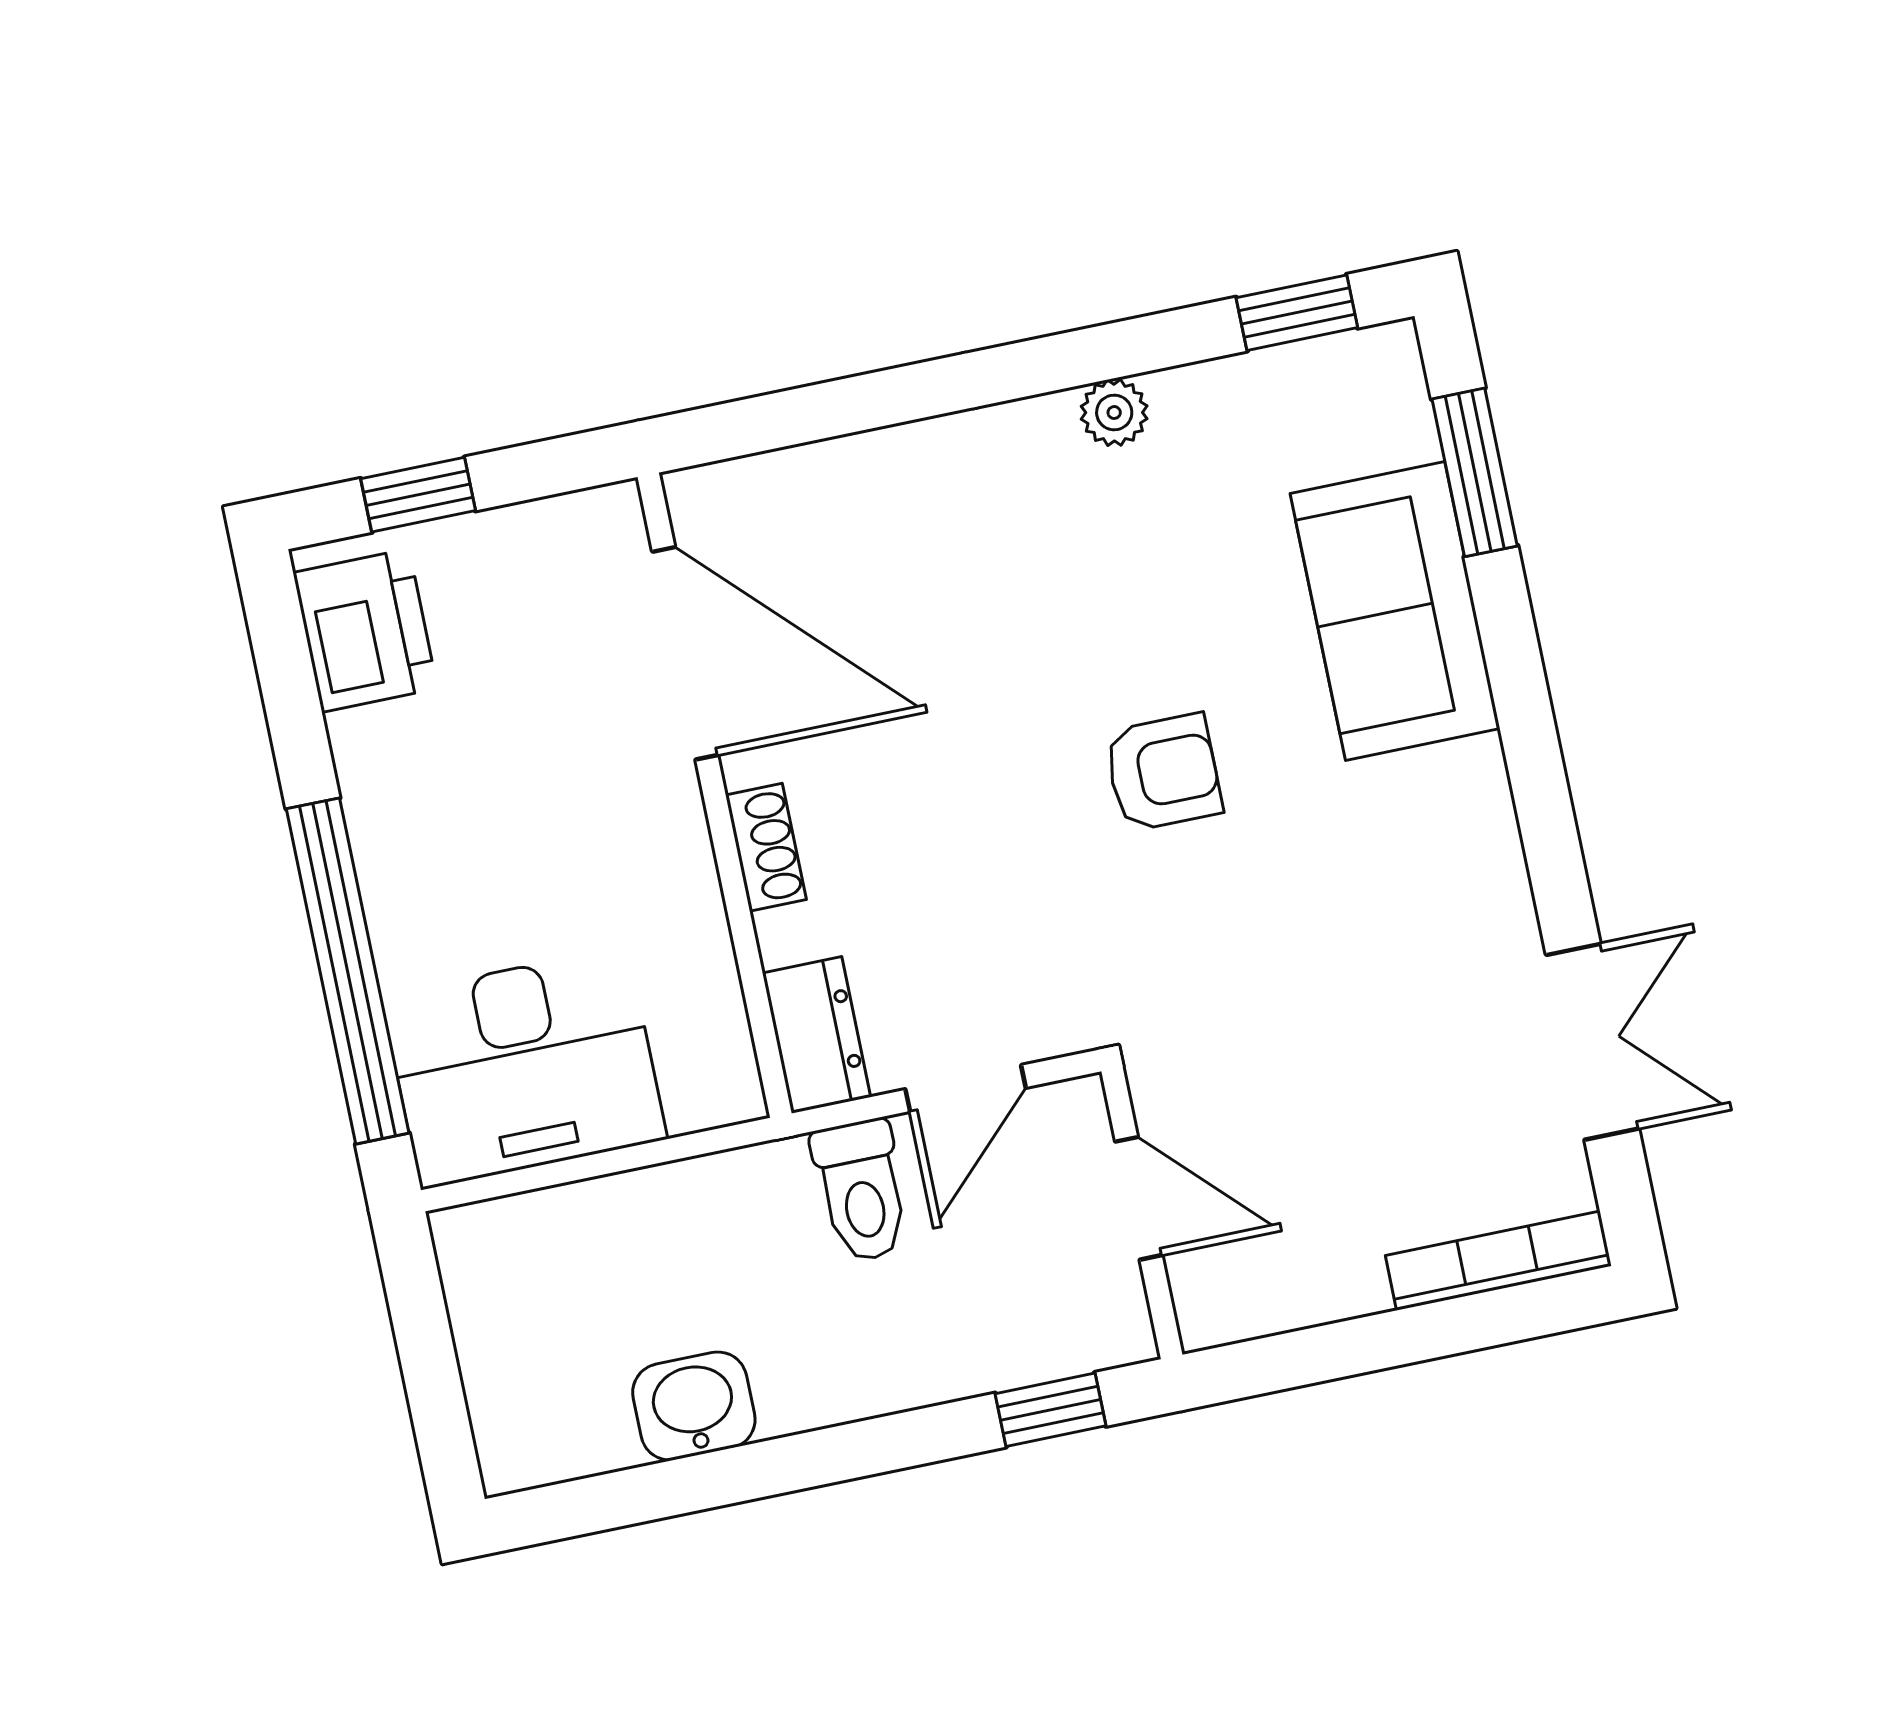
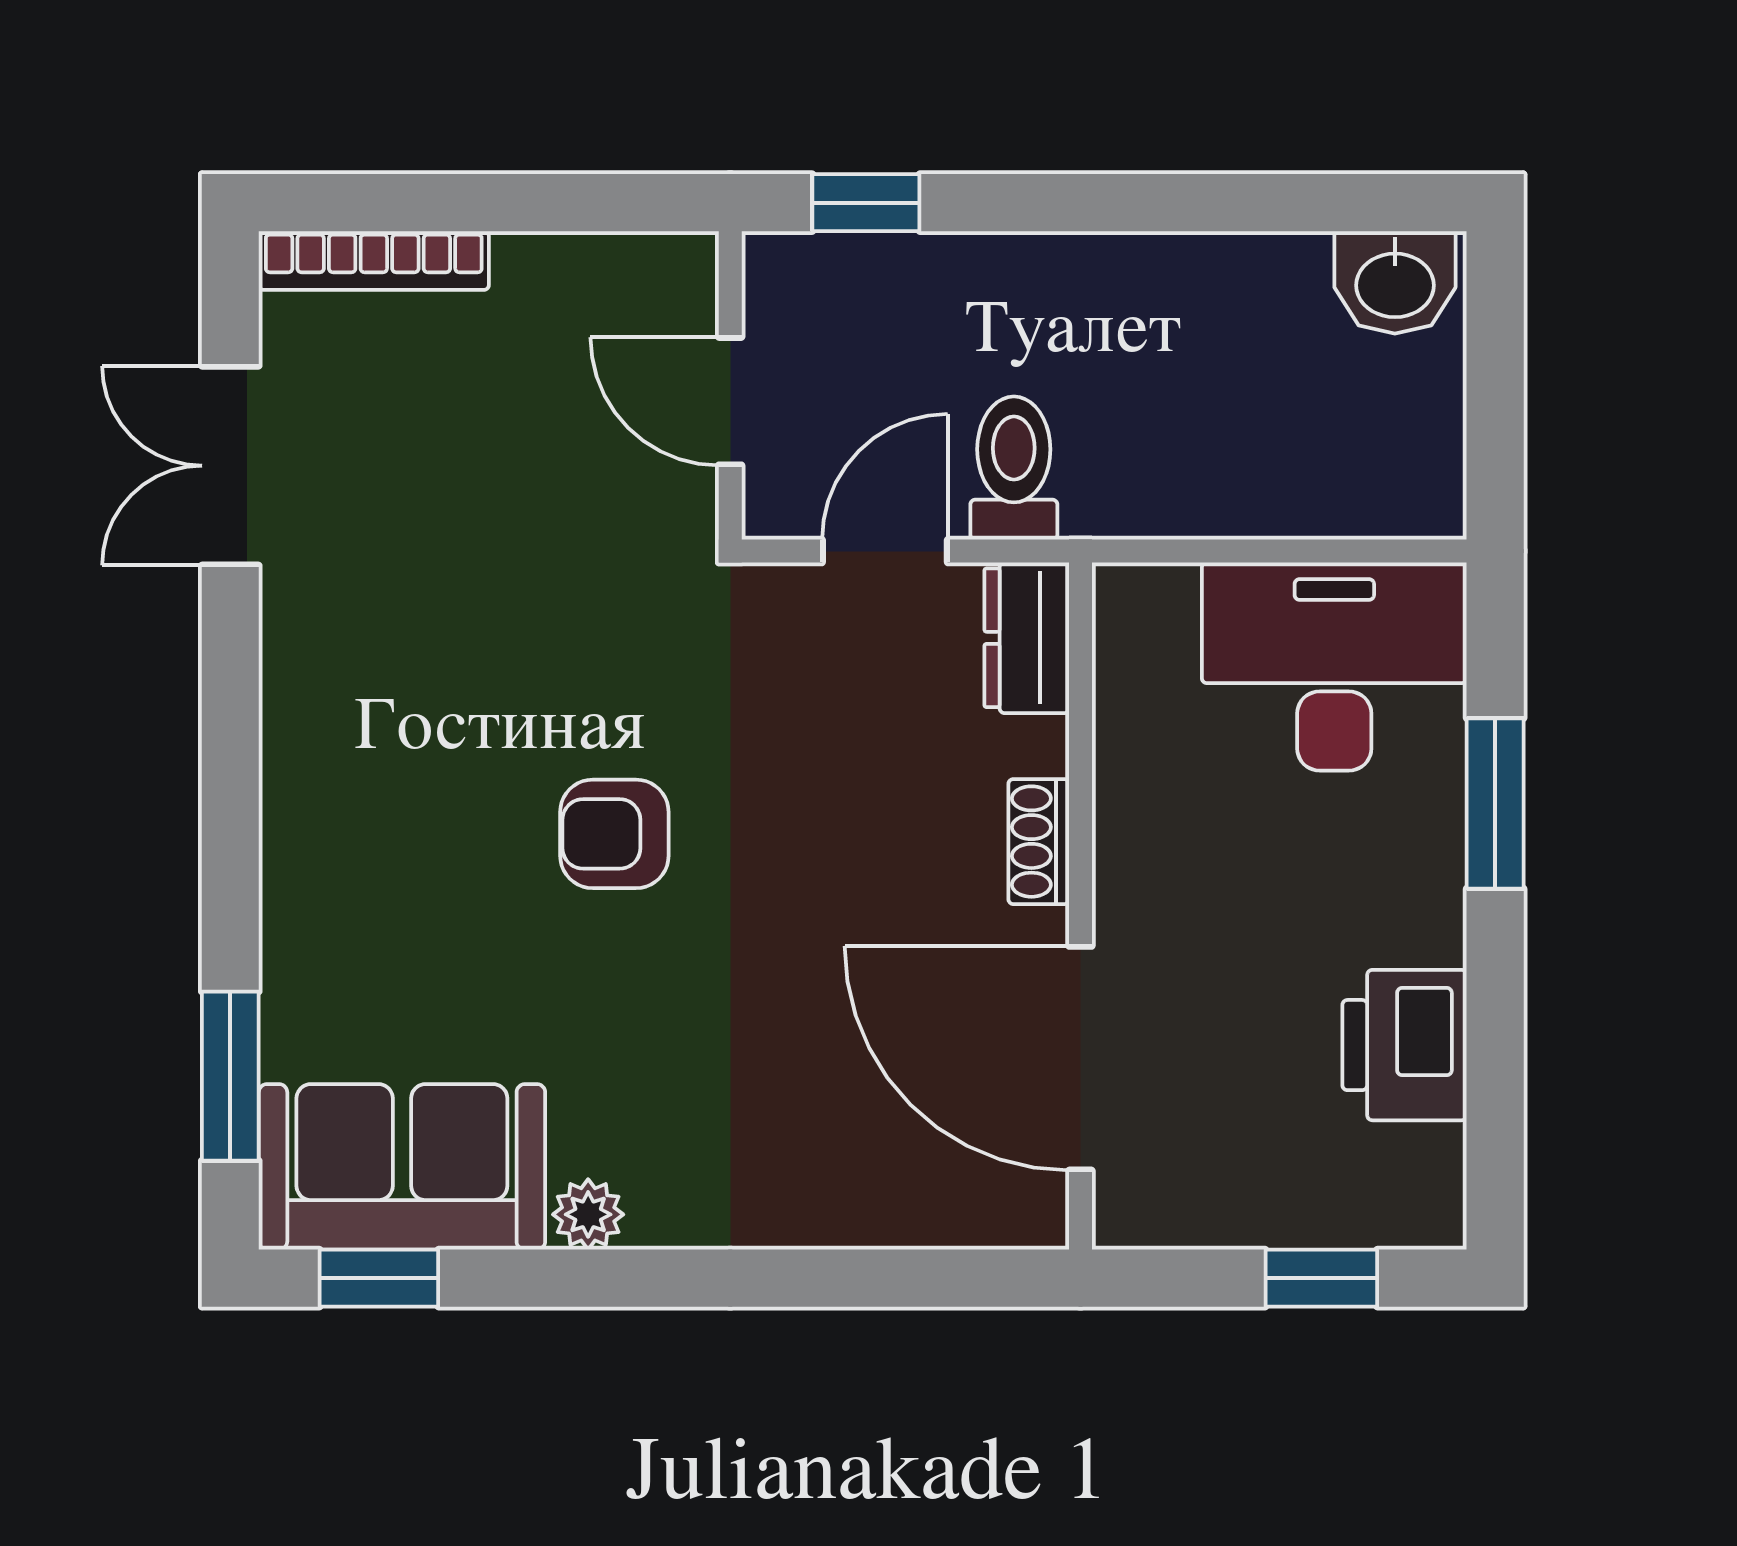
sofa: (1395, 611) -> (402, 1167), moved, turned -90
printer: (365, 631) -> (1405, 1045), moved
window: (348, 971) -> (1495, 803), width x0.47
washbasin: (694, 1406) -> (1395, 282), moved

